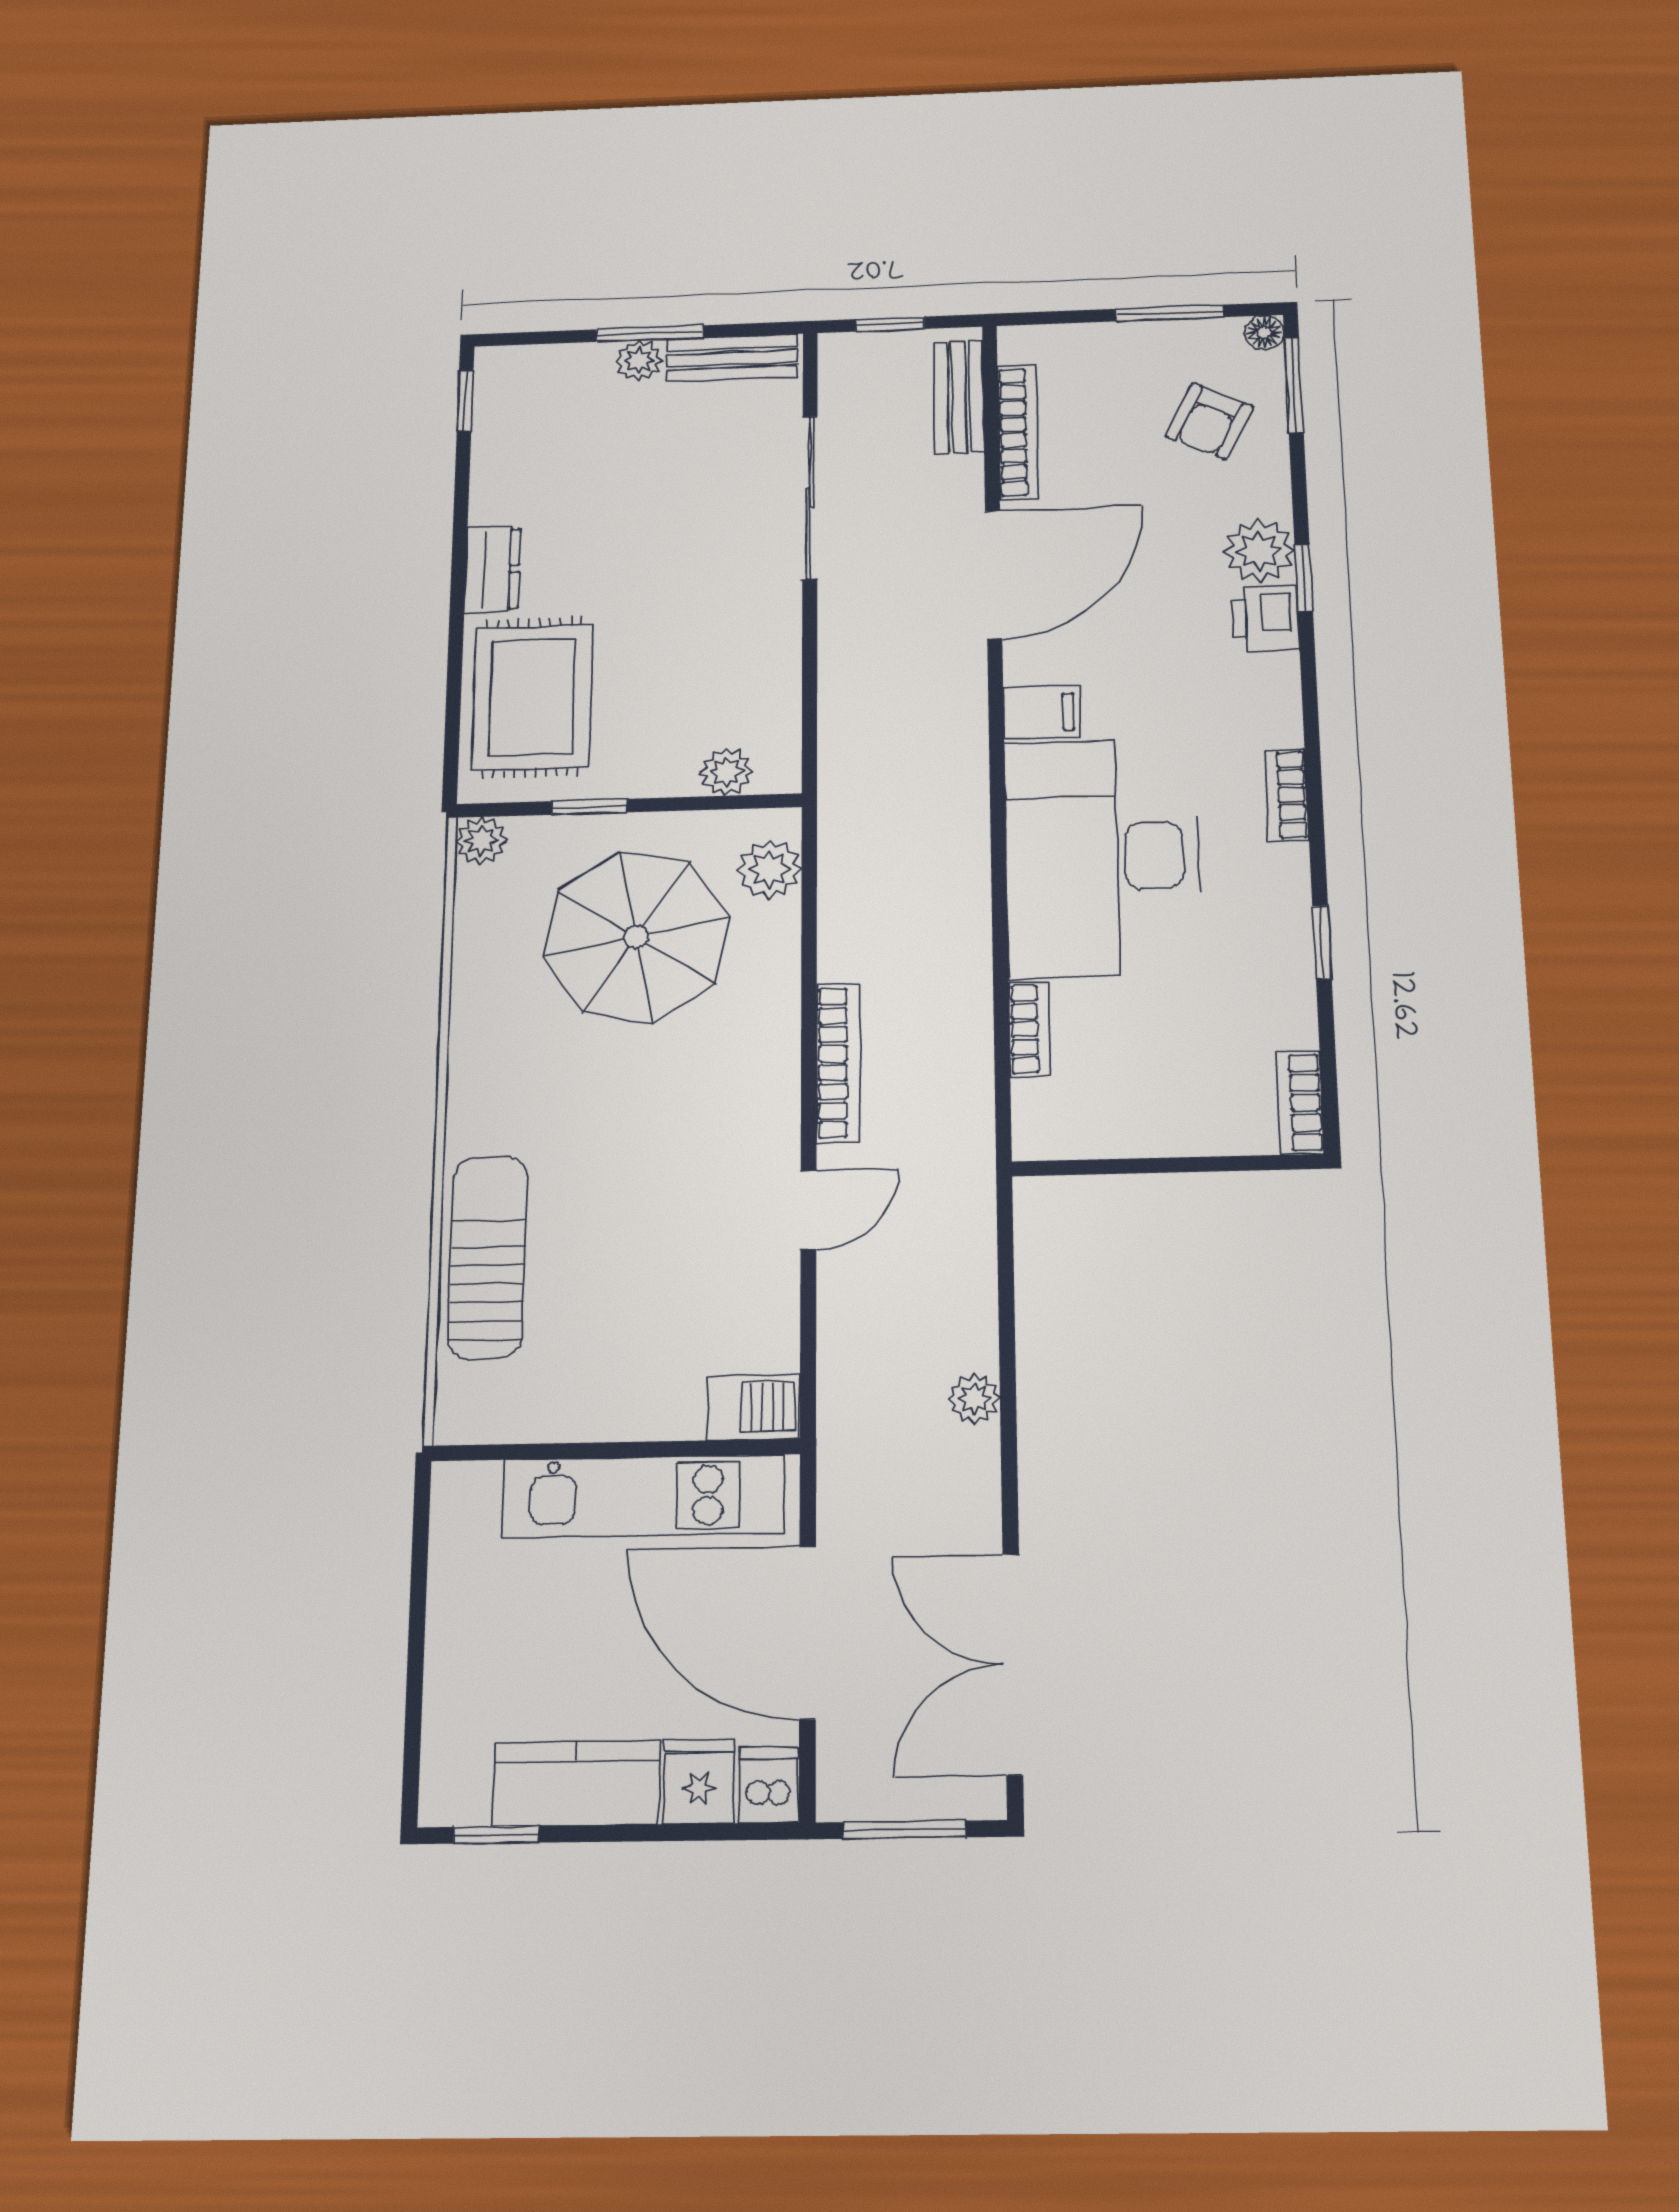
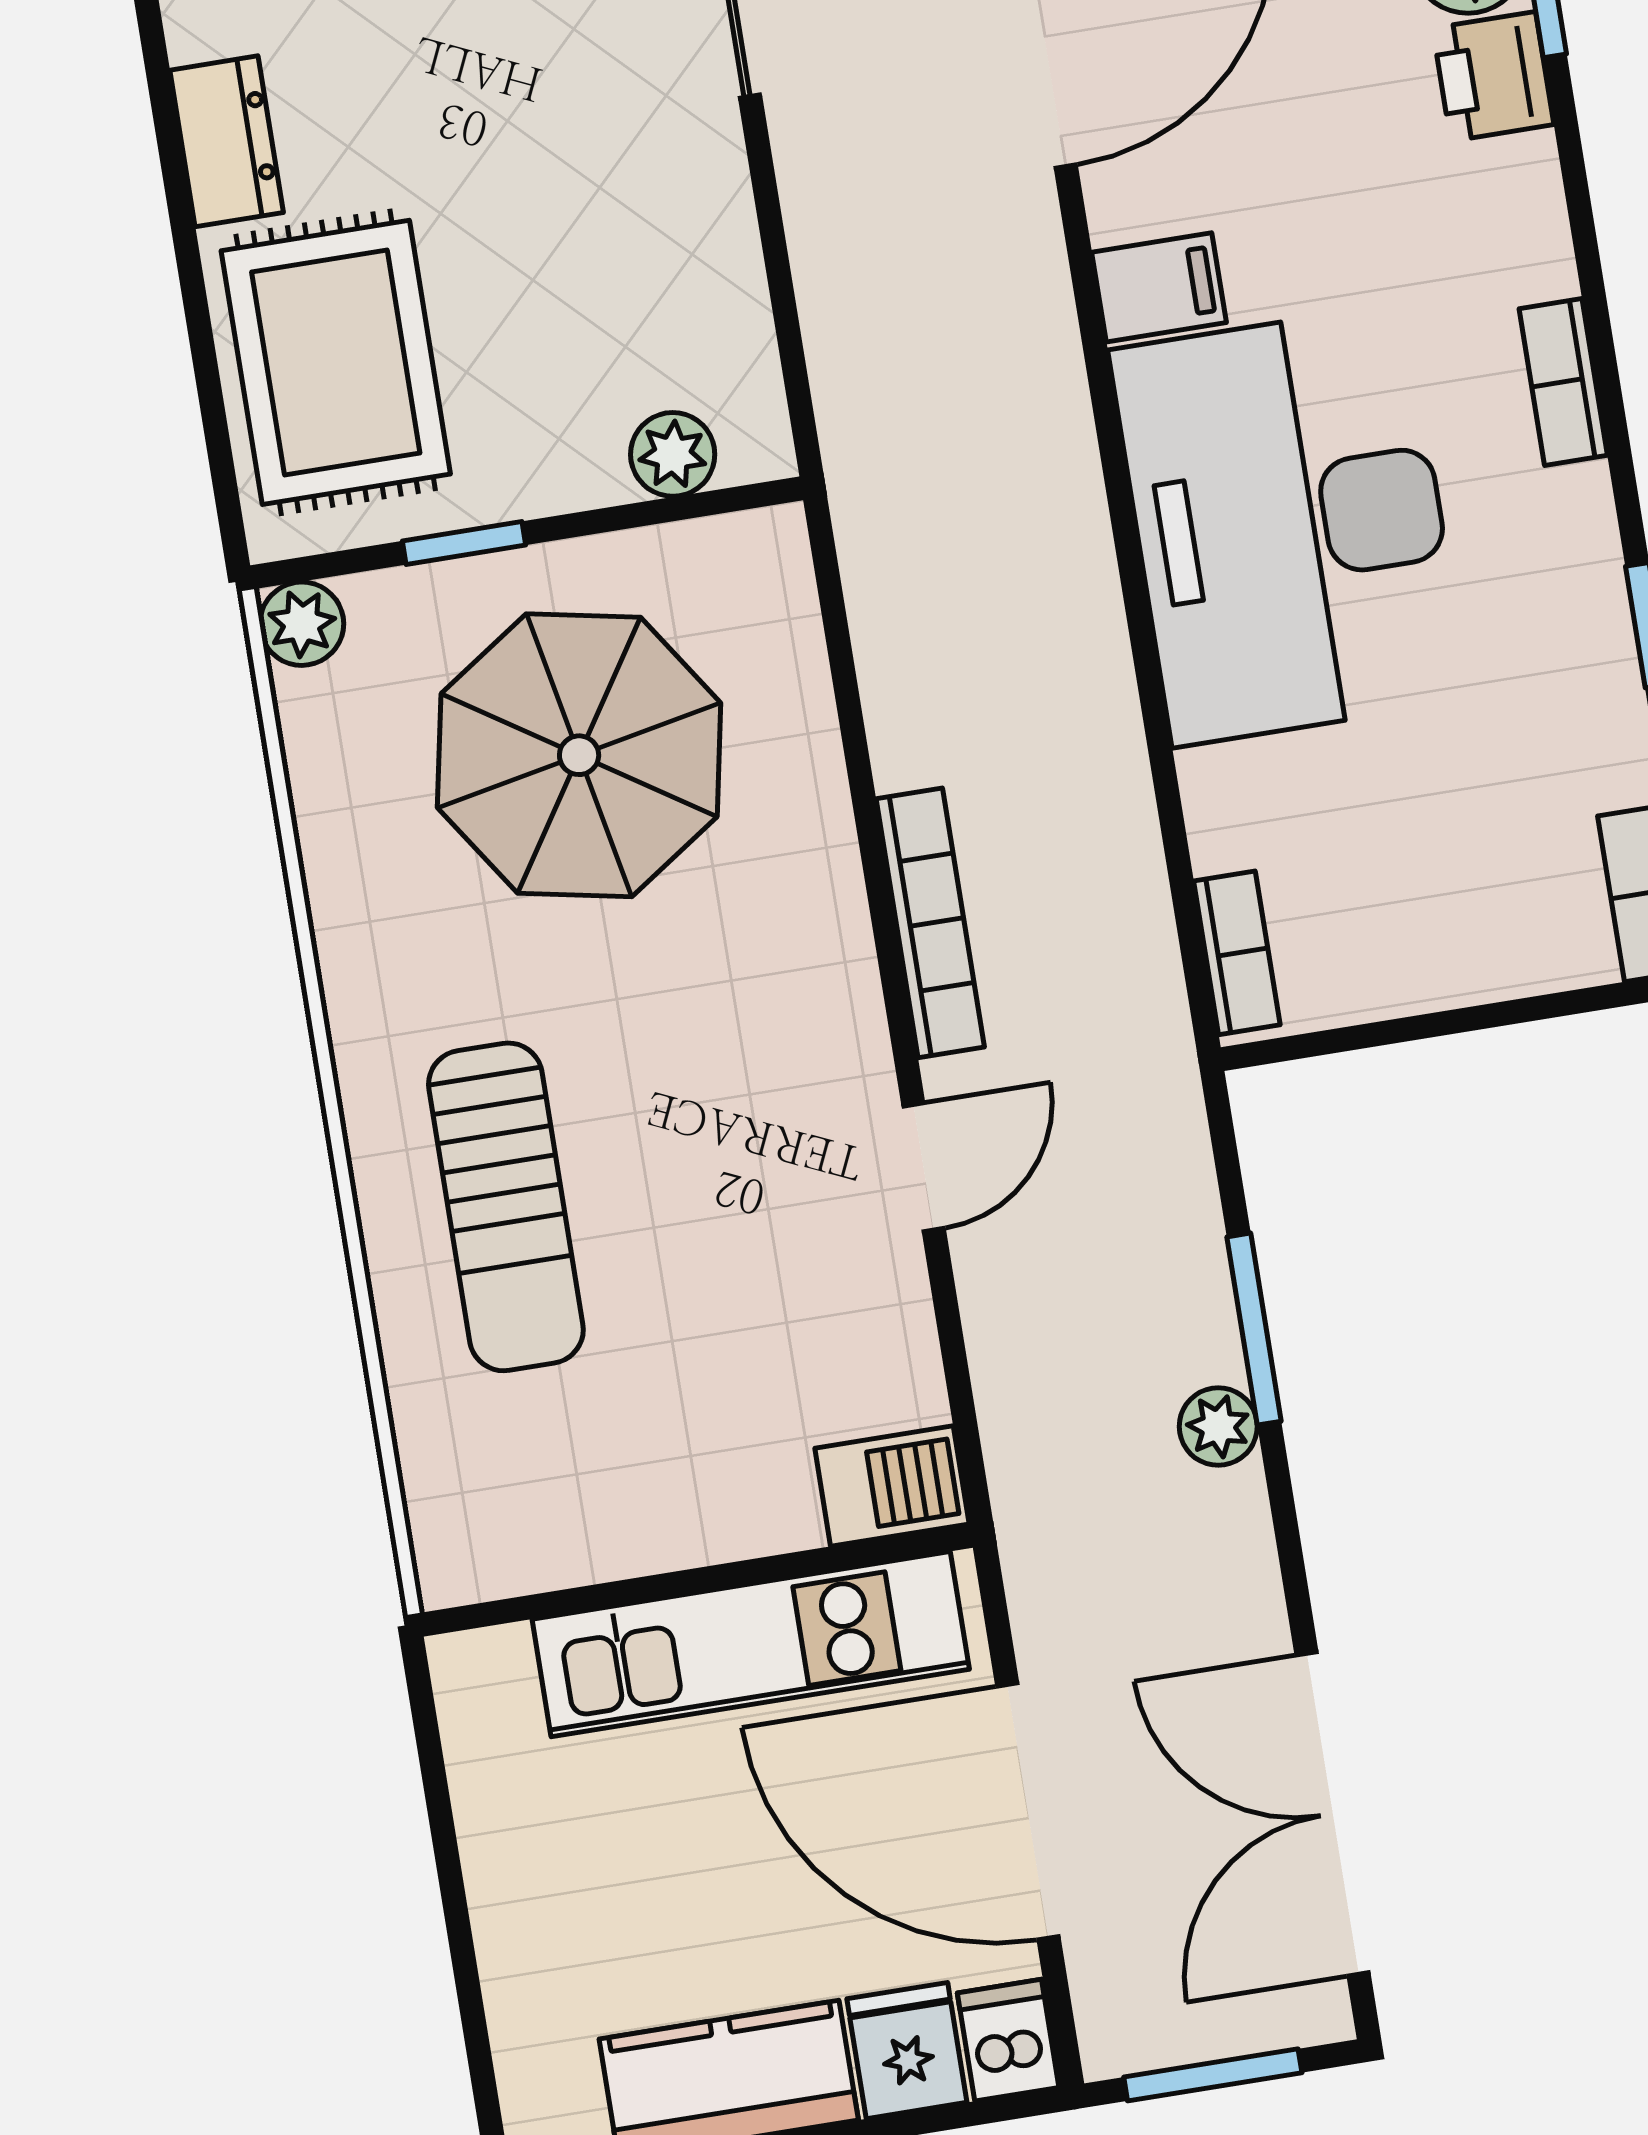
plant: (769, 869) -> (770, 614), removed
bookcase: (1030, 1029) -> (1237, 953), moved
sun lounger: (488, 1257) -> (506, 1207), moved, turned 180
window: (1007, 1340) -> (1254, 1329), added

